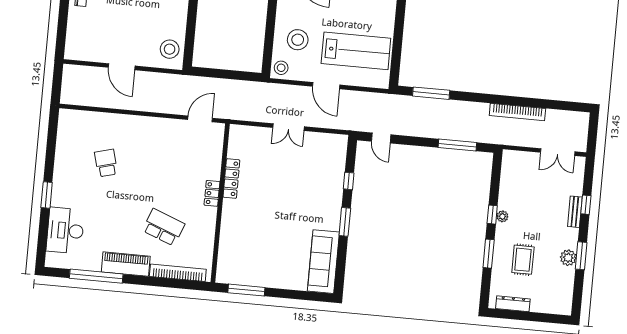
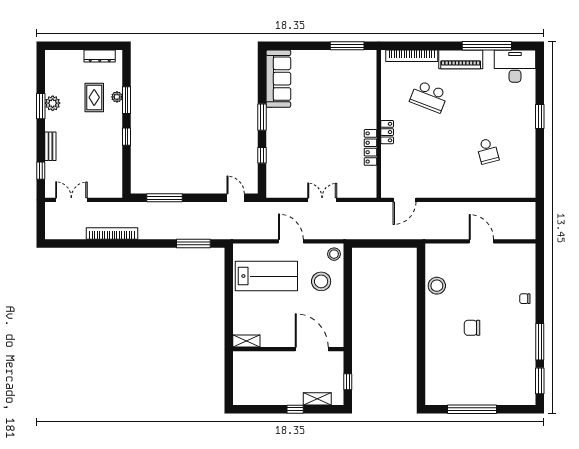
stool: (170, 49) -> (437, 286), moved
lab bench: (356, 51) -> (266, 276), turned 180
window: (586, 205) -> (41, 171), moved
plant: (502, 216) -> (117, 97), moved
desk: (65, 231) -> (515, 66), moved, turned -90

